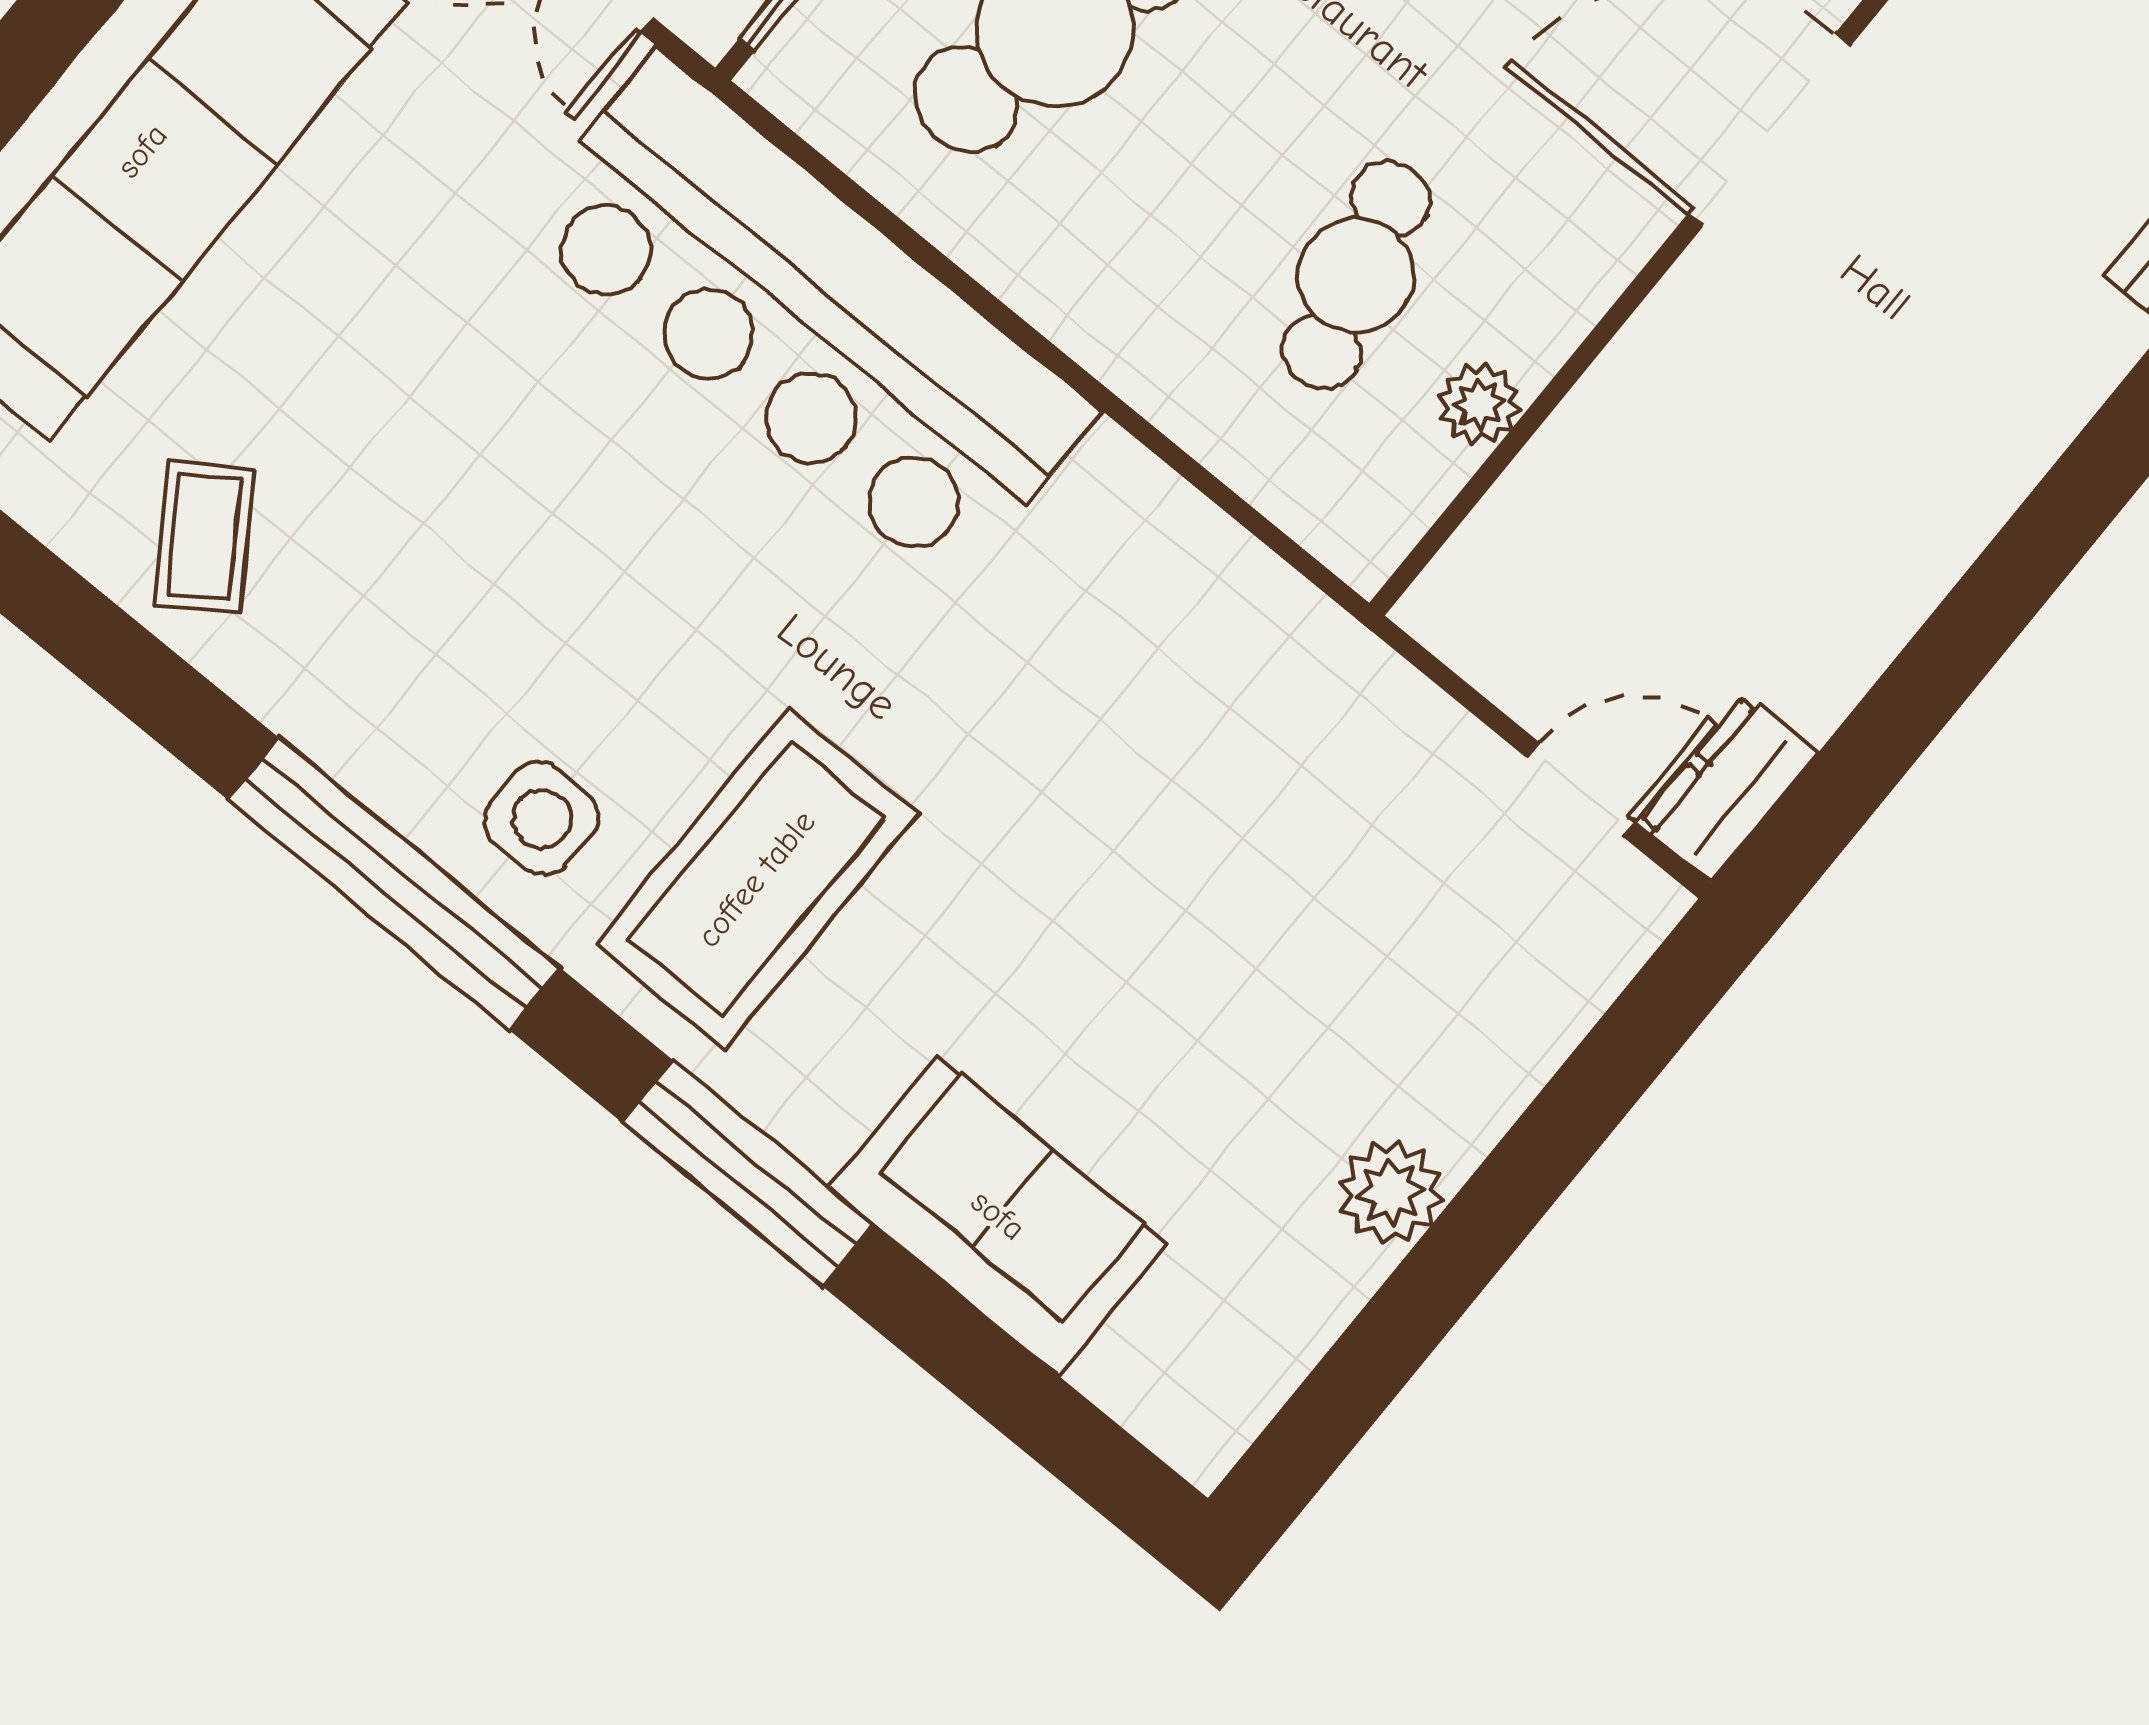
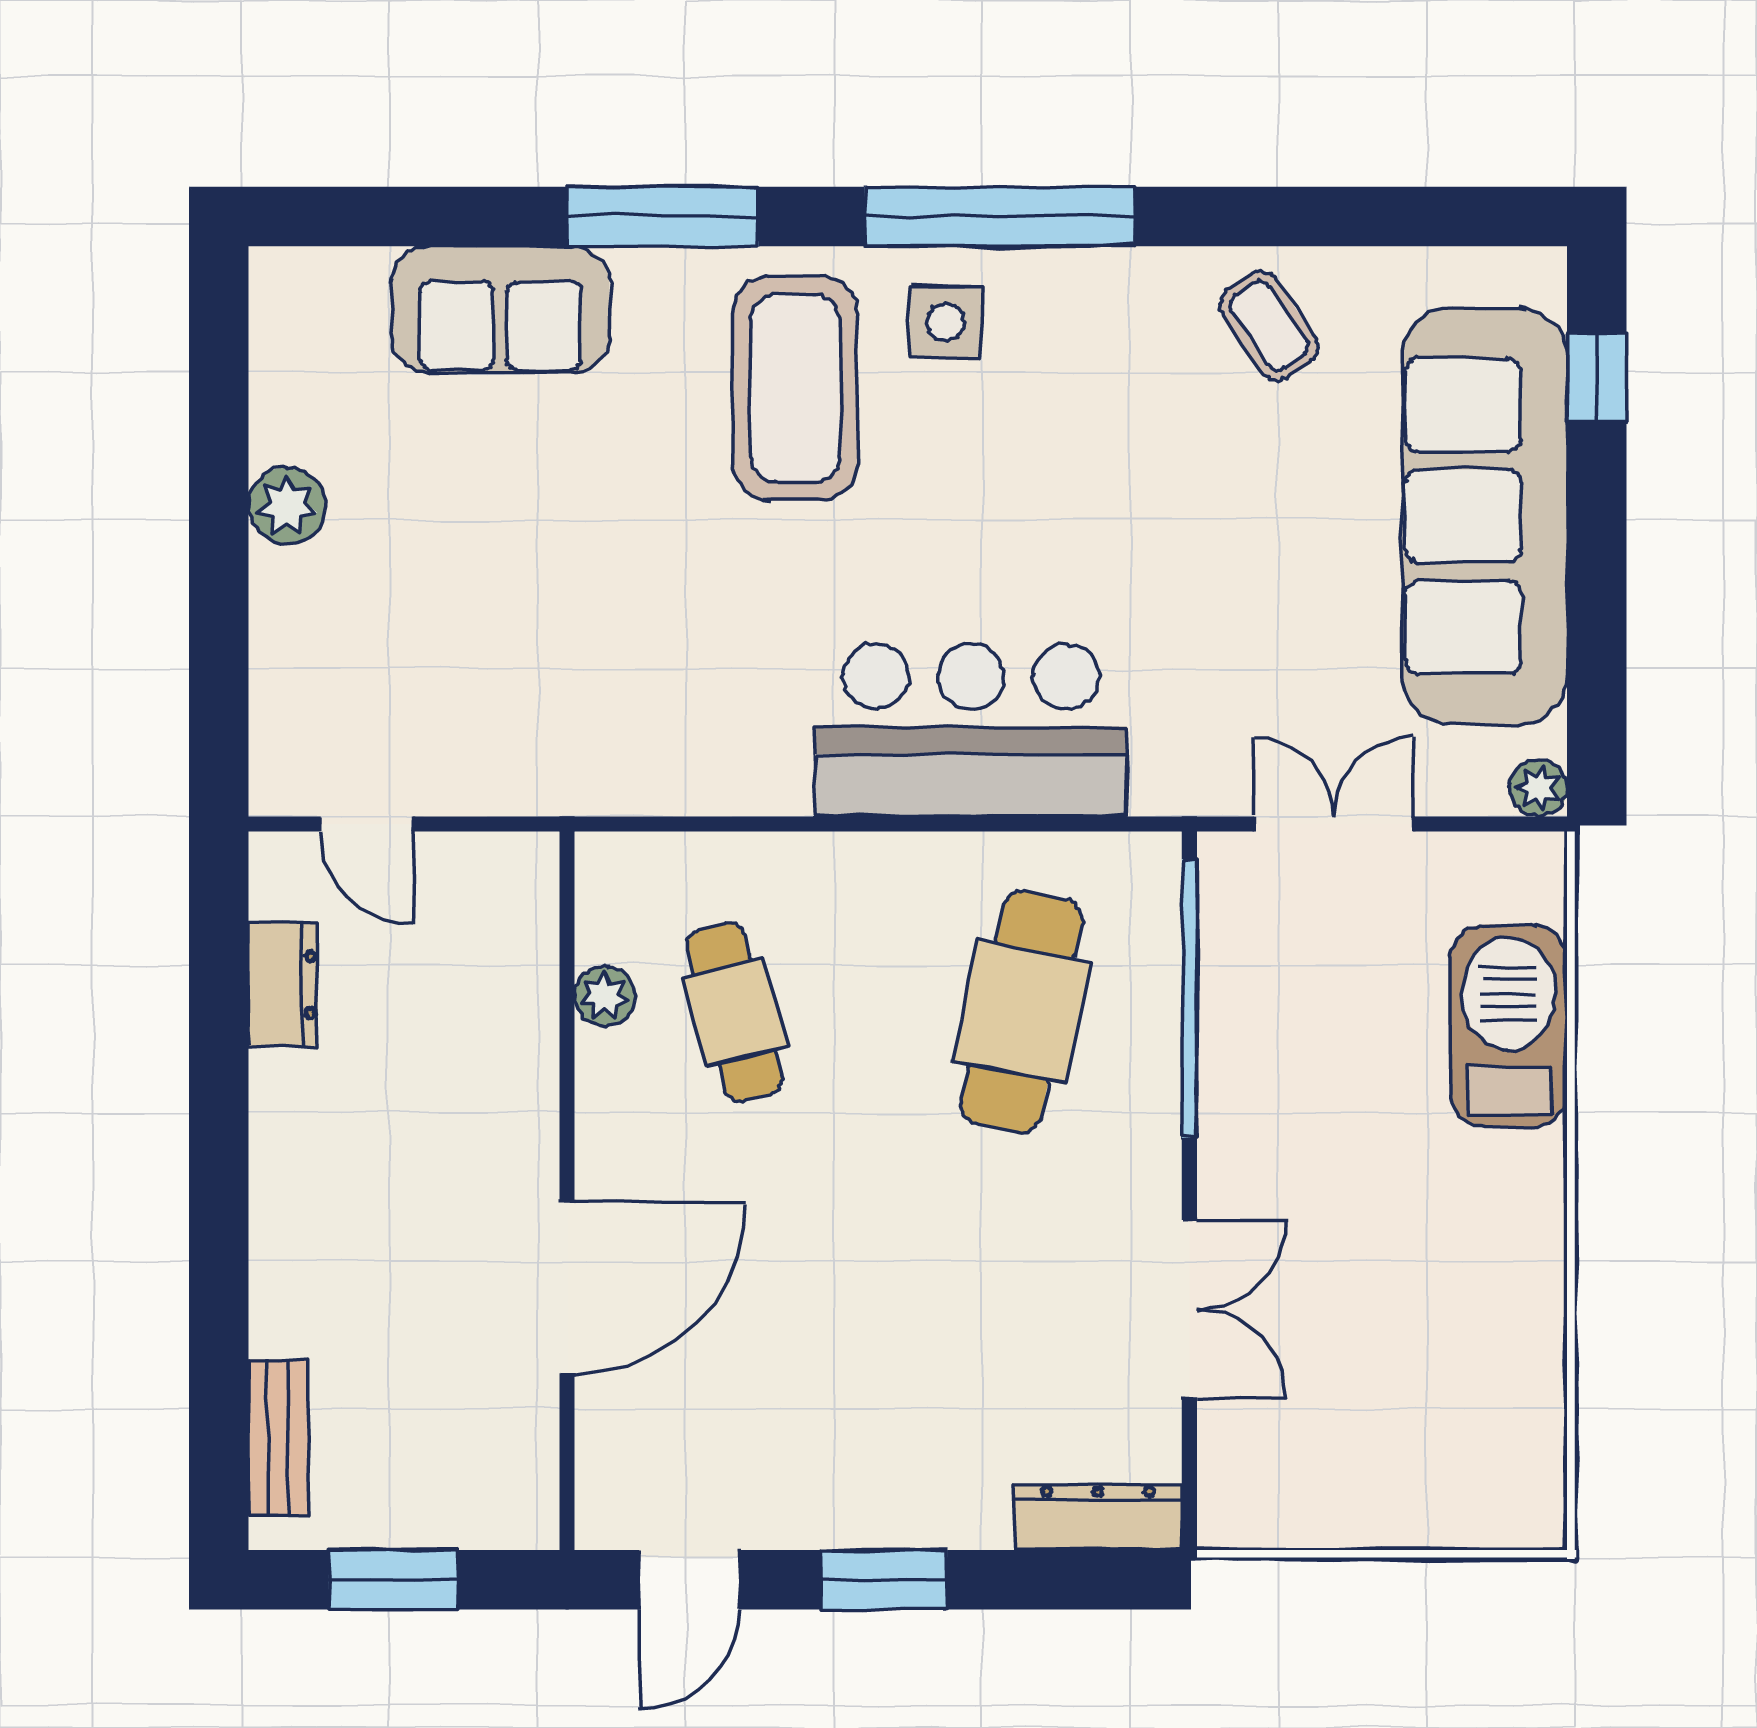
bar counter: (806, 320) -> (971, 730), width x0.73
door: (1581, 789) -> (367, 824), hinge flipped
dresser: (1728, 789) -> (283, 985), moved

